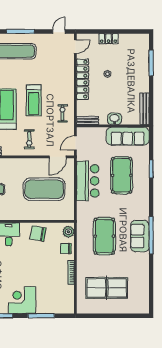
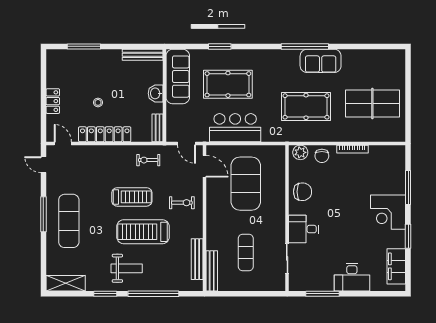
chair: (38, 233) -> (303, 192), turned -99
sofa: (140, 236) -> (321, 61), moved
table tennis table: (107, 288) -> (372, 103), turned 90

